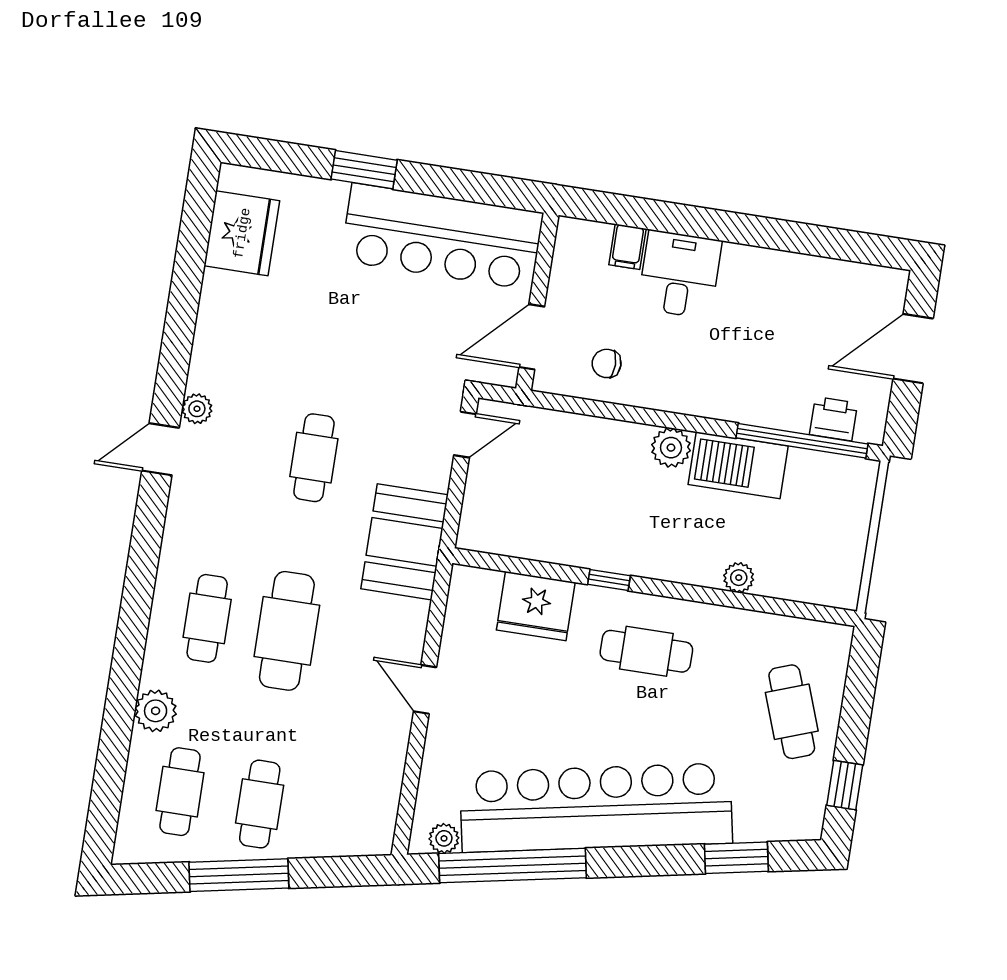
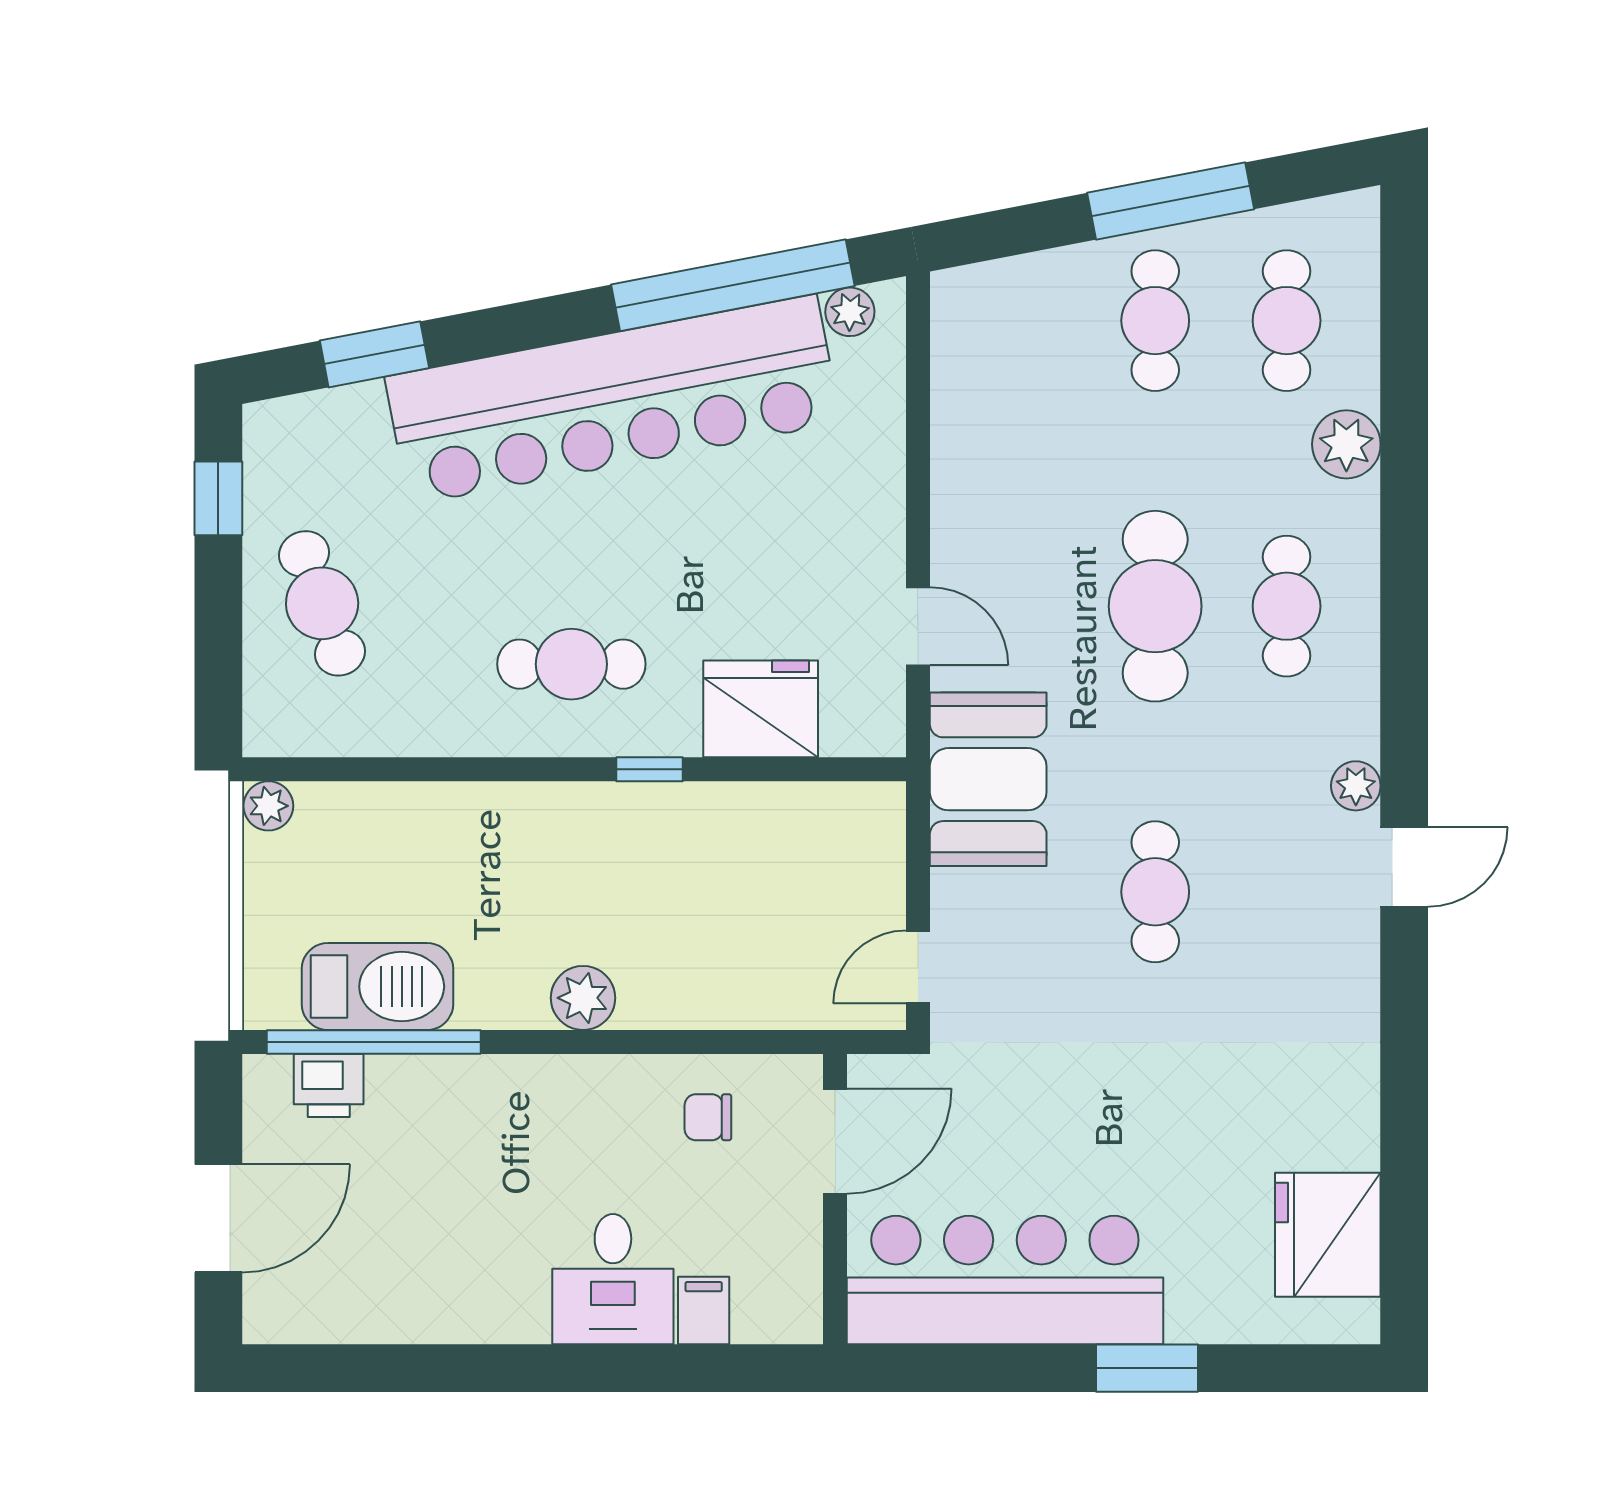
chair: (607, 363) -> (708, 1117), turned 180
plant: (197, 409) -> (1356, 786), moved
barbecue: (738, 465) -> (377, 987), moved
plant: (739, 578) -> (268, 806), moved
door: (425, 689) -> (918, 626), moved

